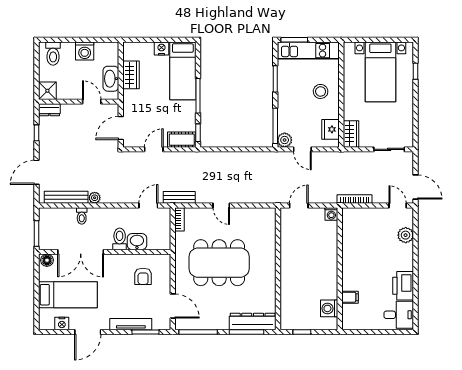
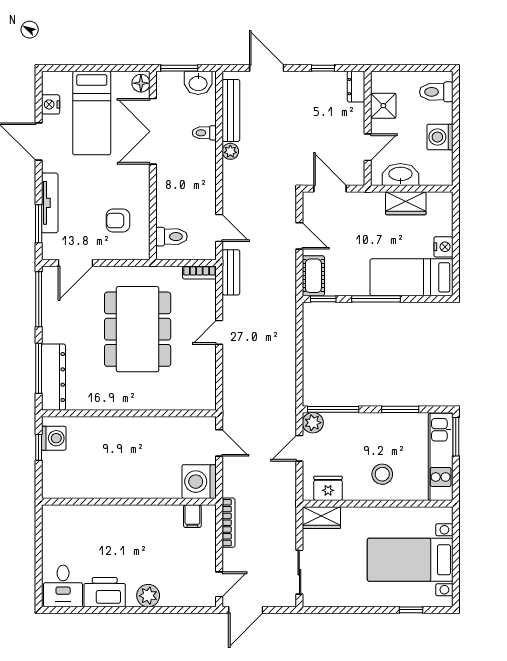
shower: (47, 91) -> (383, 106), moved
washing machine: (331, 214) -> (199, 482), width x1.89, depth x1.89
plant: (406, 235) -> (148, 596), moved
toilet: (120, 239) -> (172, 237), moved
washbasin: (137, 242) -> (198, 83), moved, turned 90
filing cabinet: (350, 297) -> (192, 516), moved
washing machine: (329, 308) -> (54, 438), moved, turned 90

